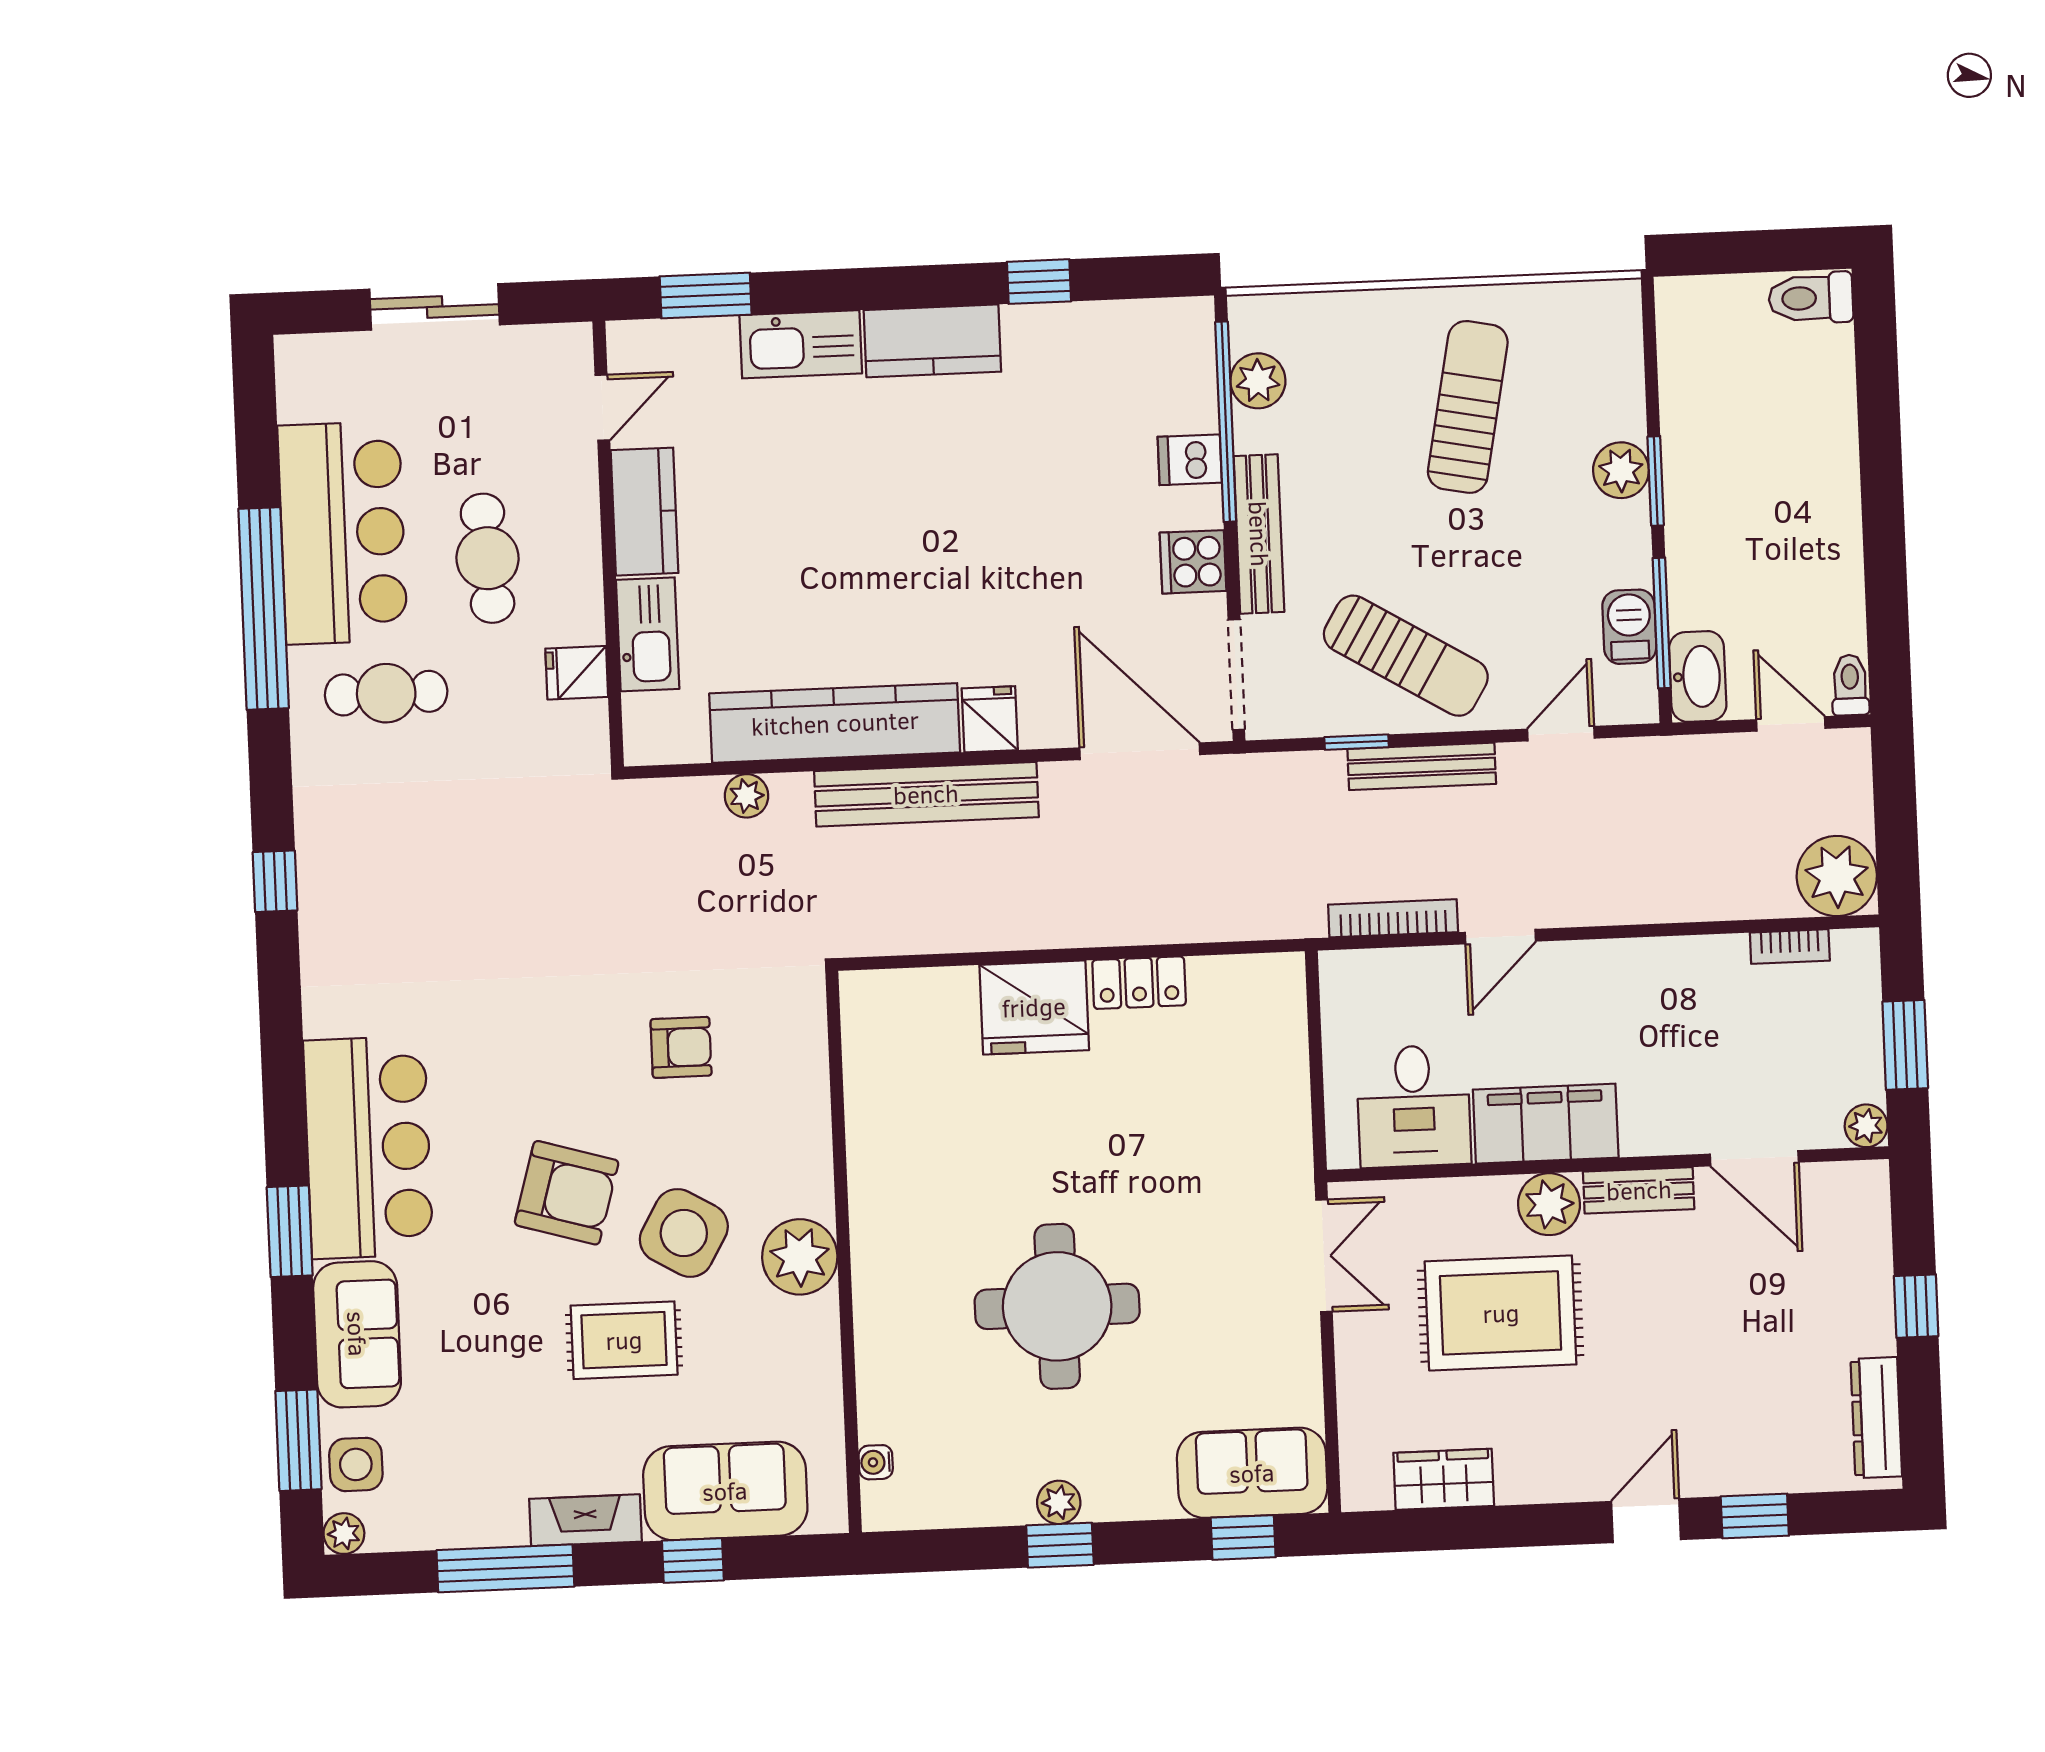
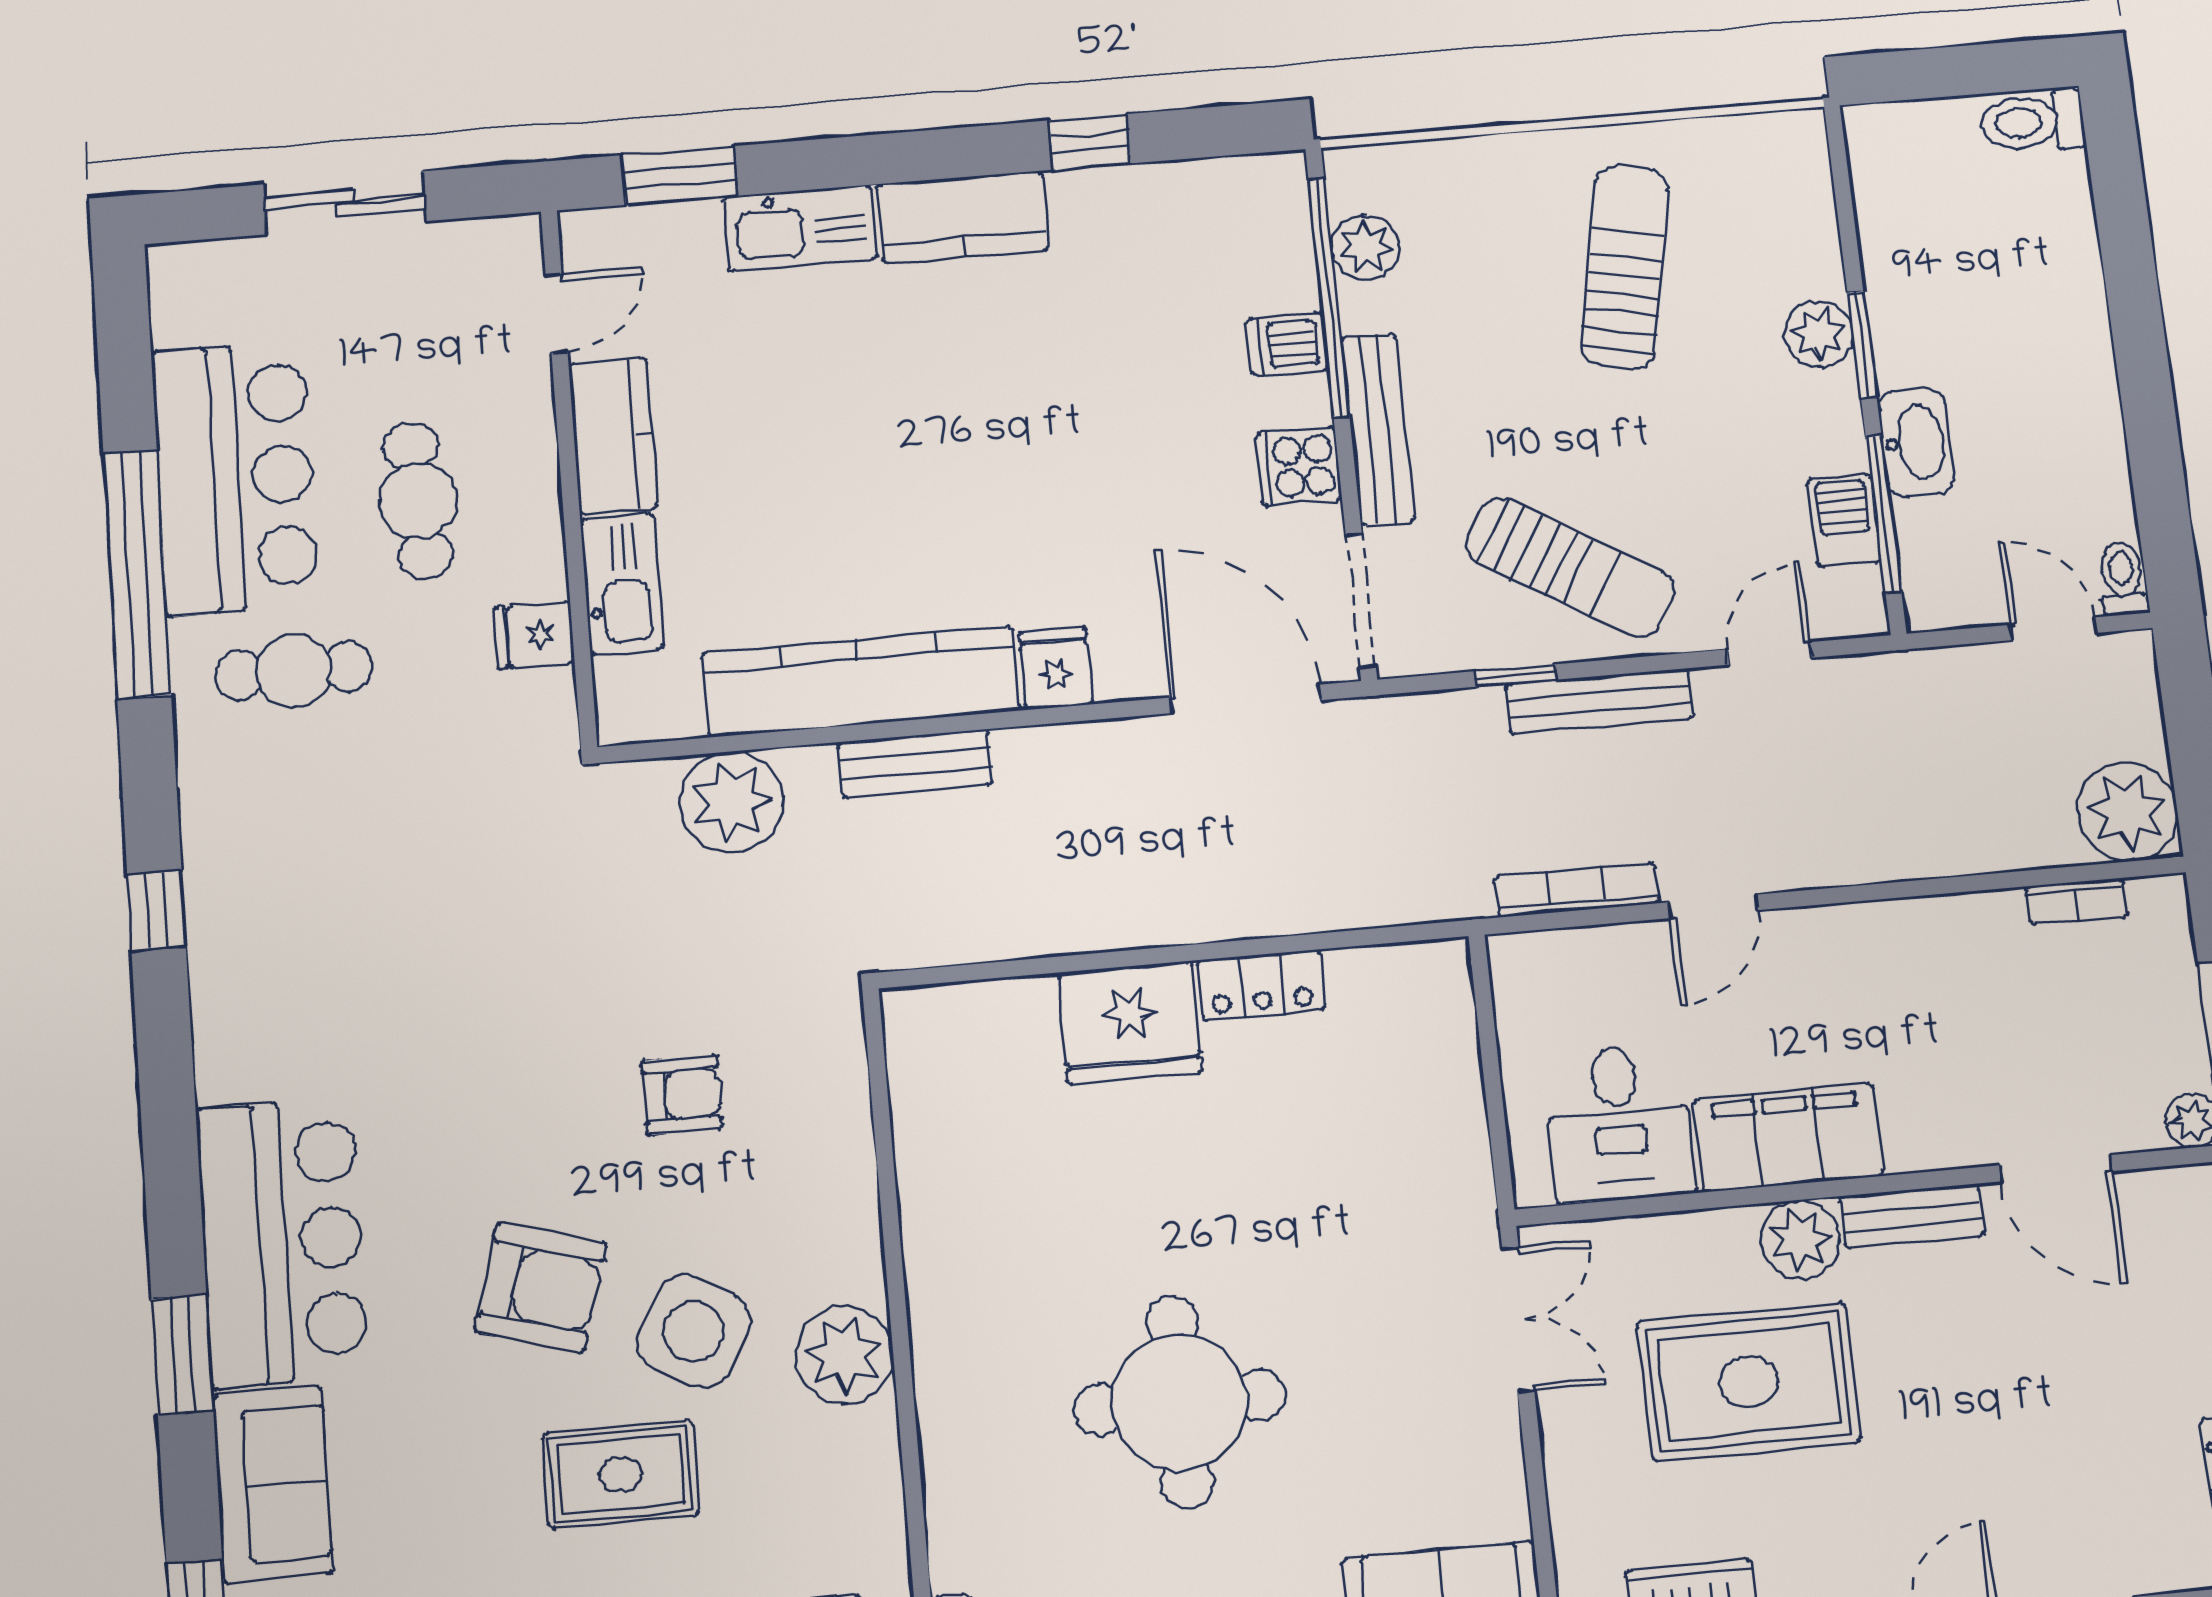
washbasin: (1698, 676) -> (1916, 443), moved
bench: (926, 794) -> (915, 764), width x0.54, depth x0.82
plant: (747, 796) -> (731, 802), width x1.87, depth x1.87

